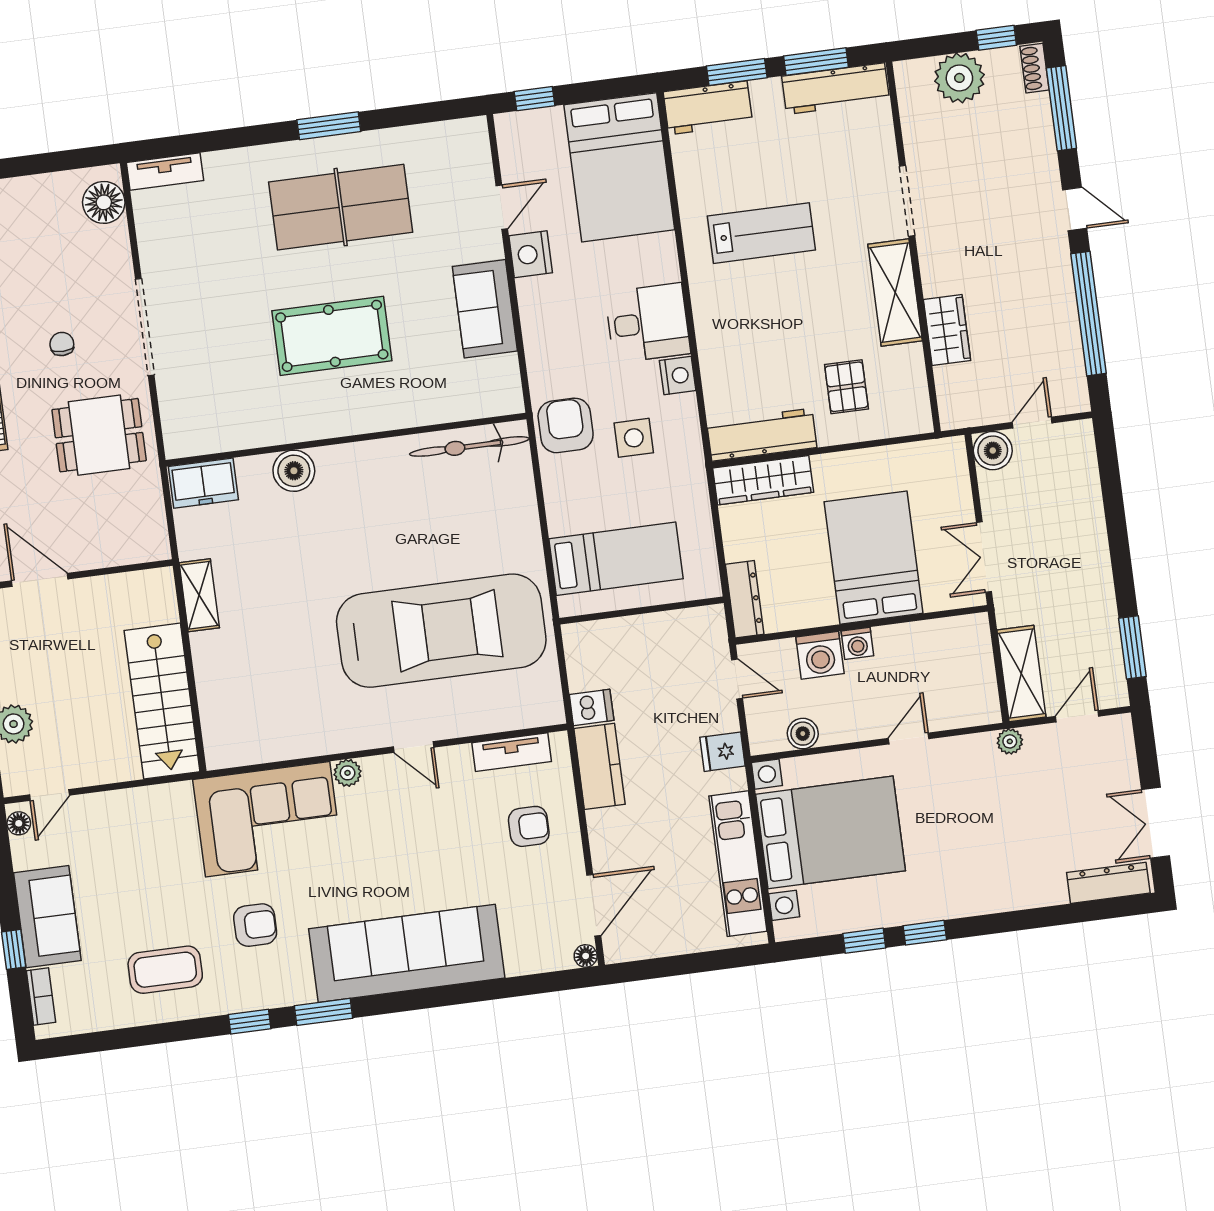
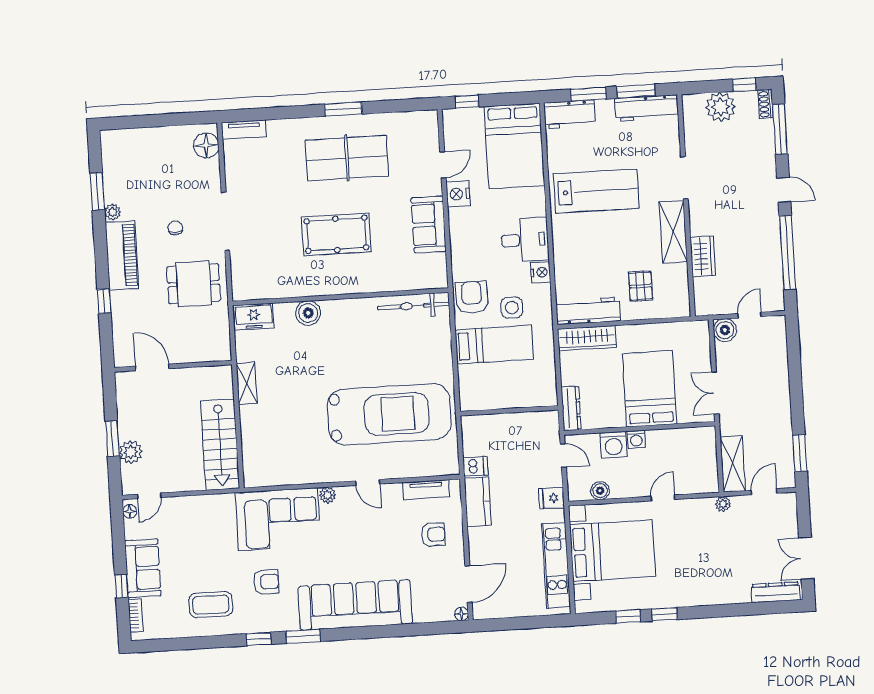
lab bench: (761, 233) -> (596, 191), width x1.36, depth x1.39
bed: (616, 559) -> (494, 345), moved

